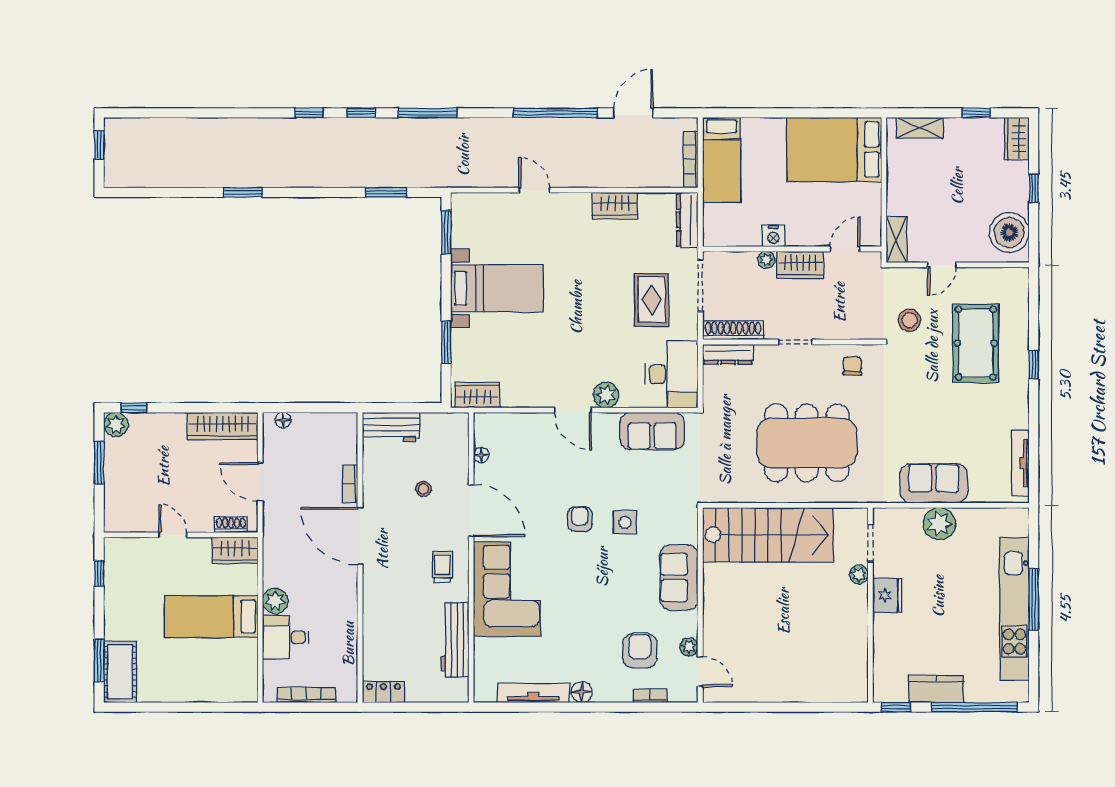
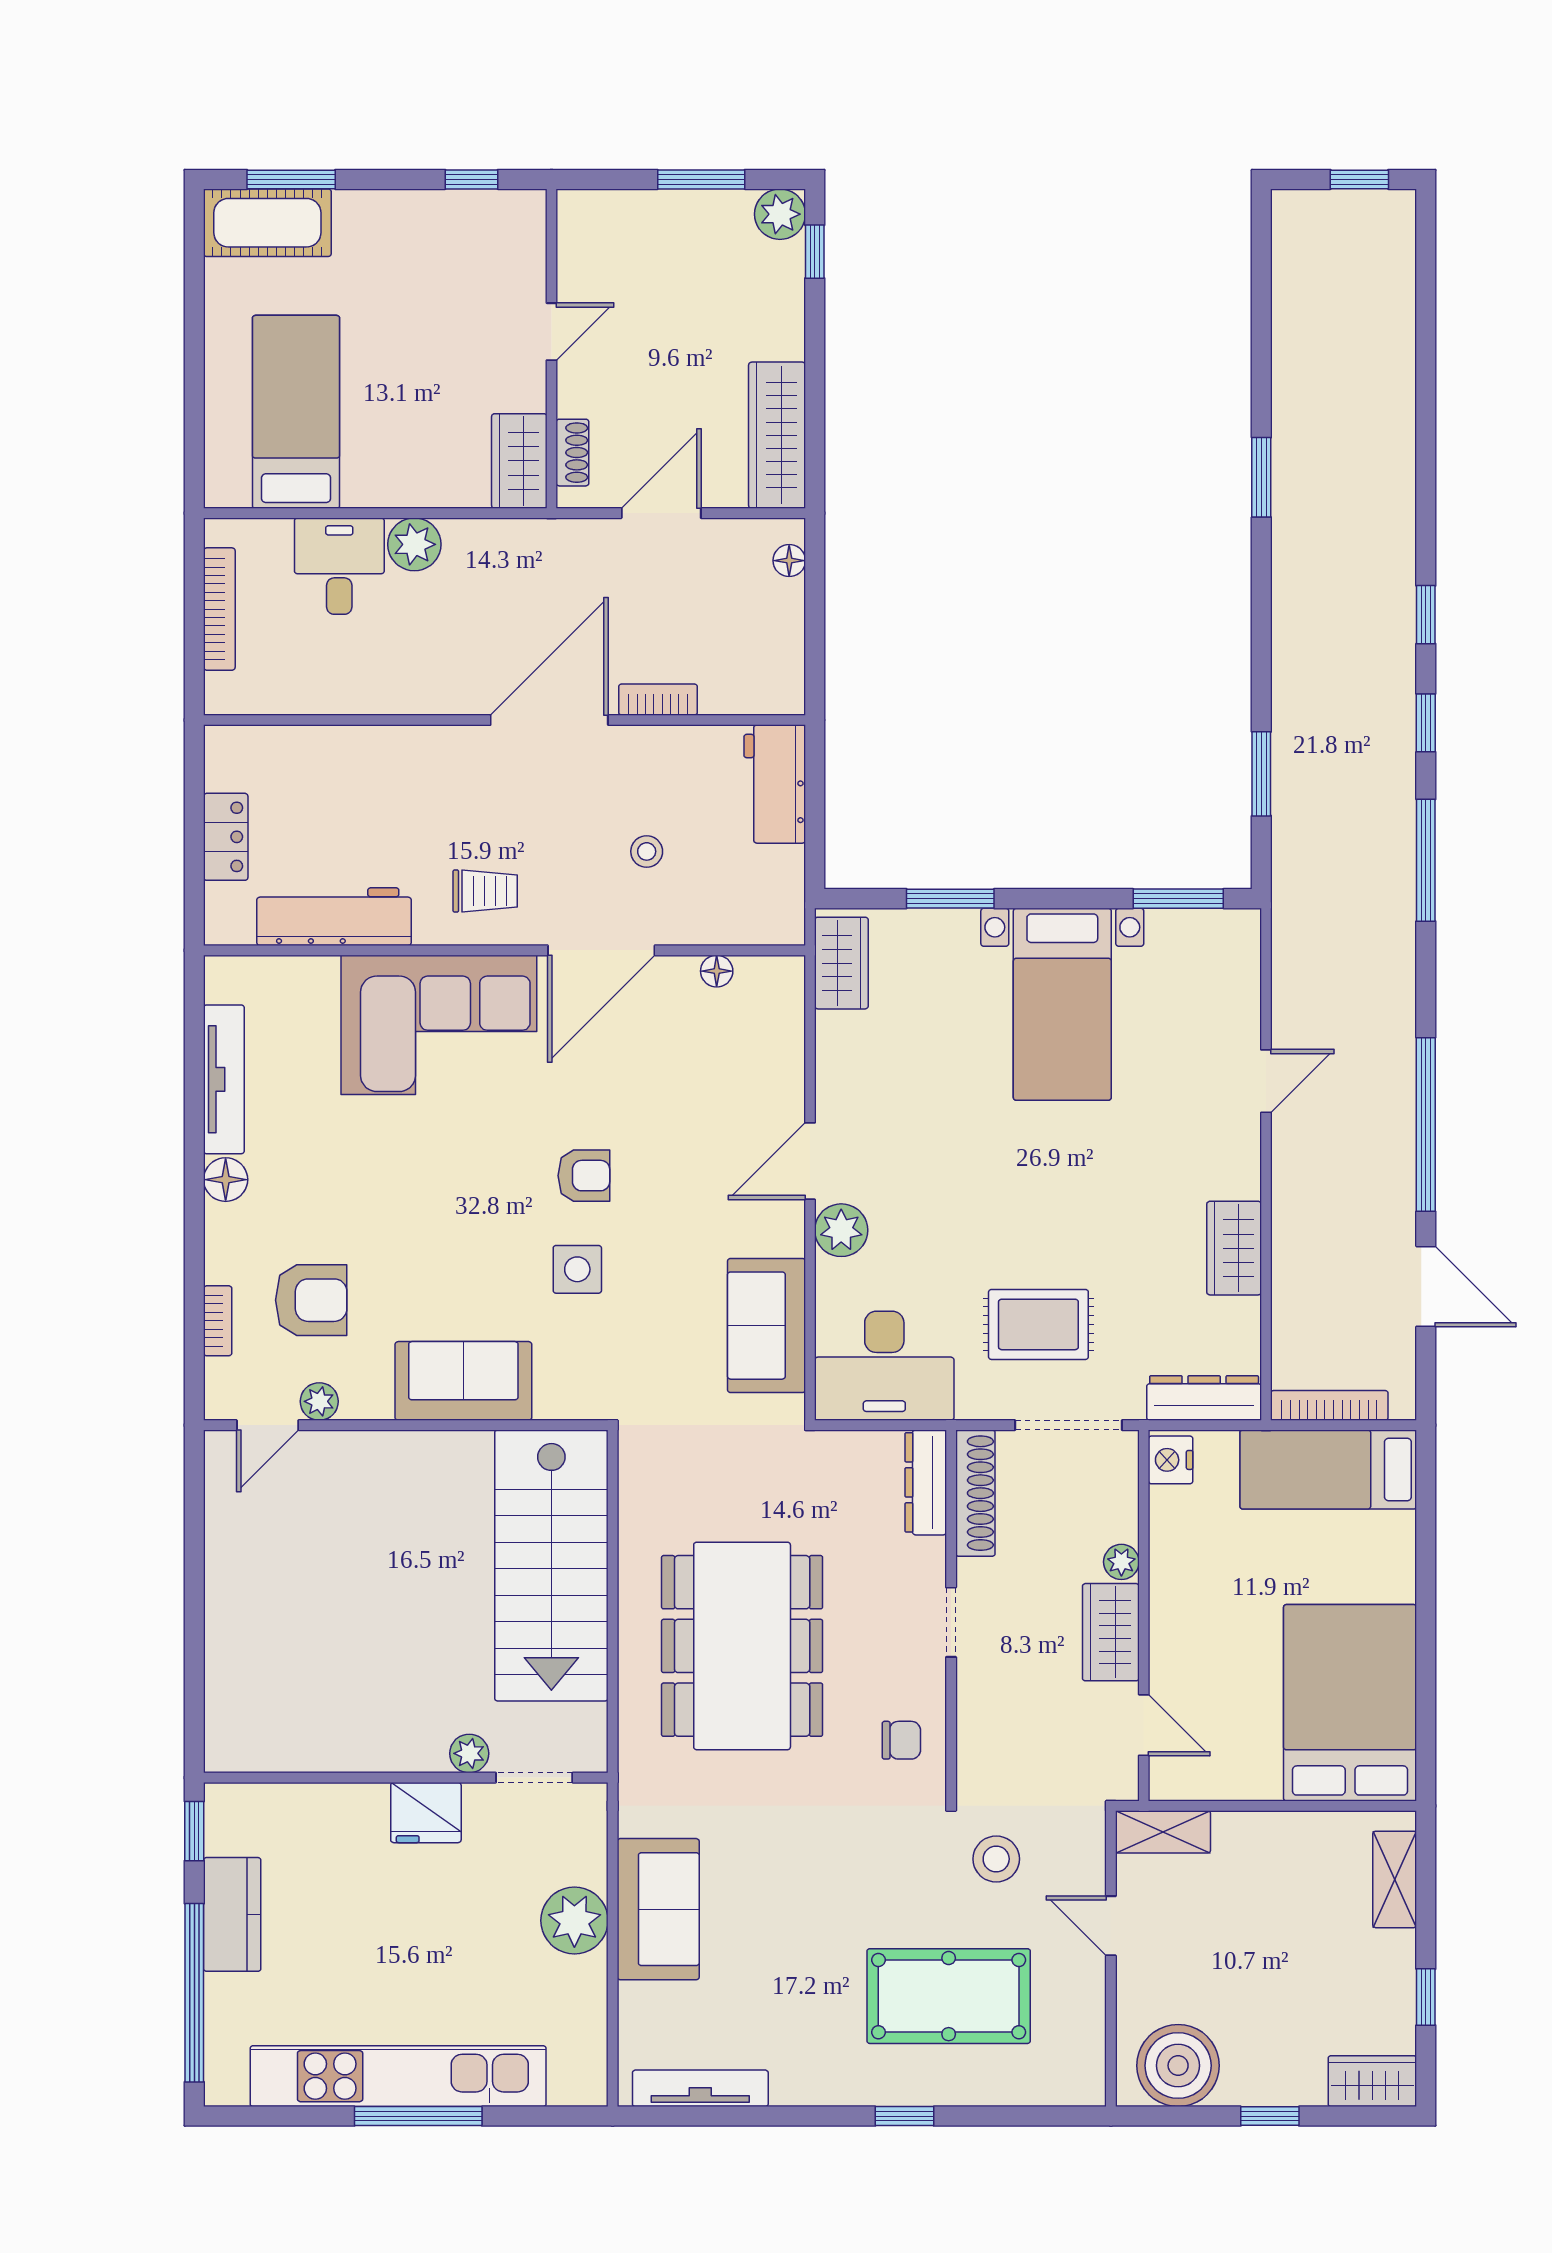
nightstand: (773, 236) -> (1171, 1460), moved
bed: (211, 617) -> (296, 412), moved
locker: (383, 692) -> (226, 837), moved

